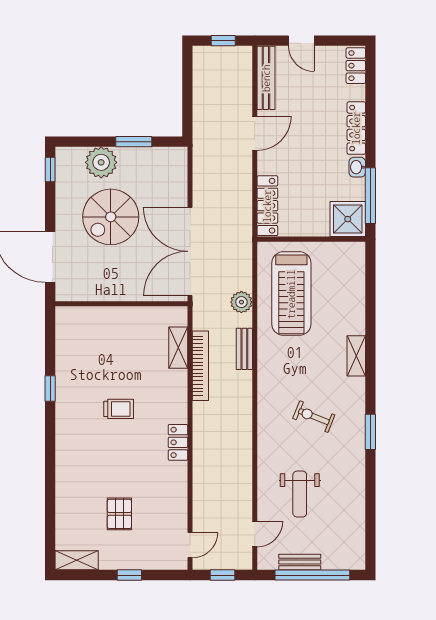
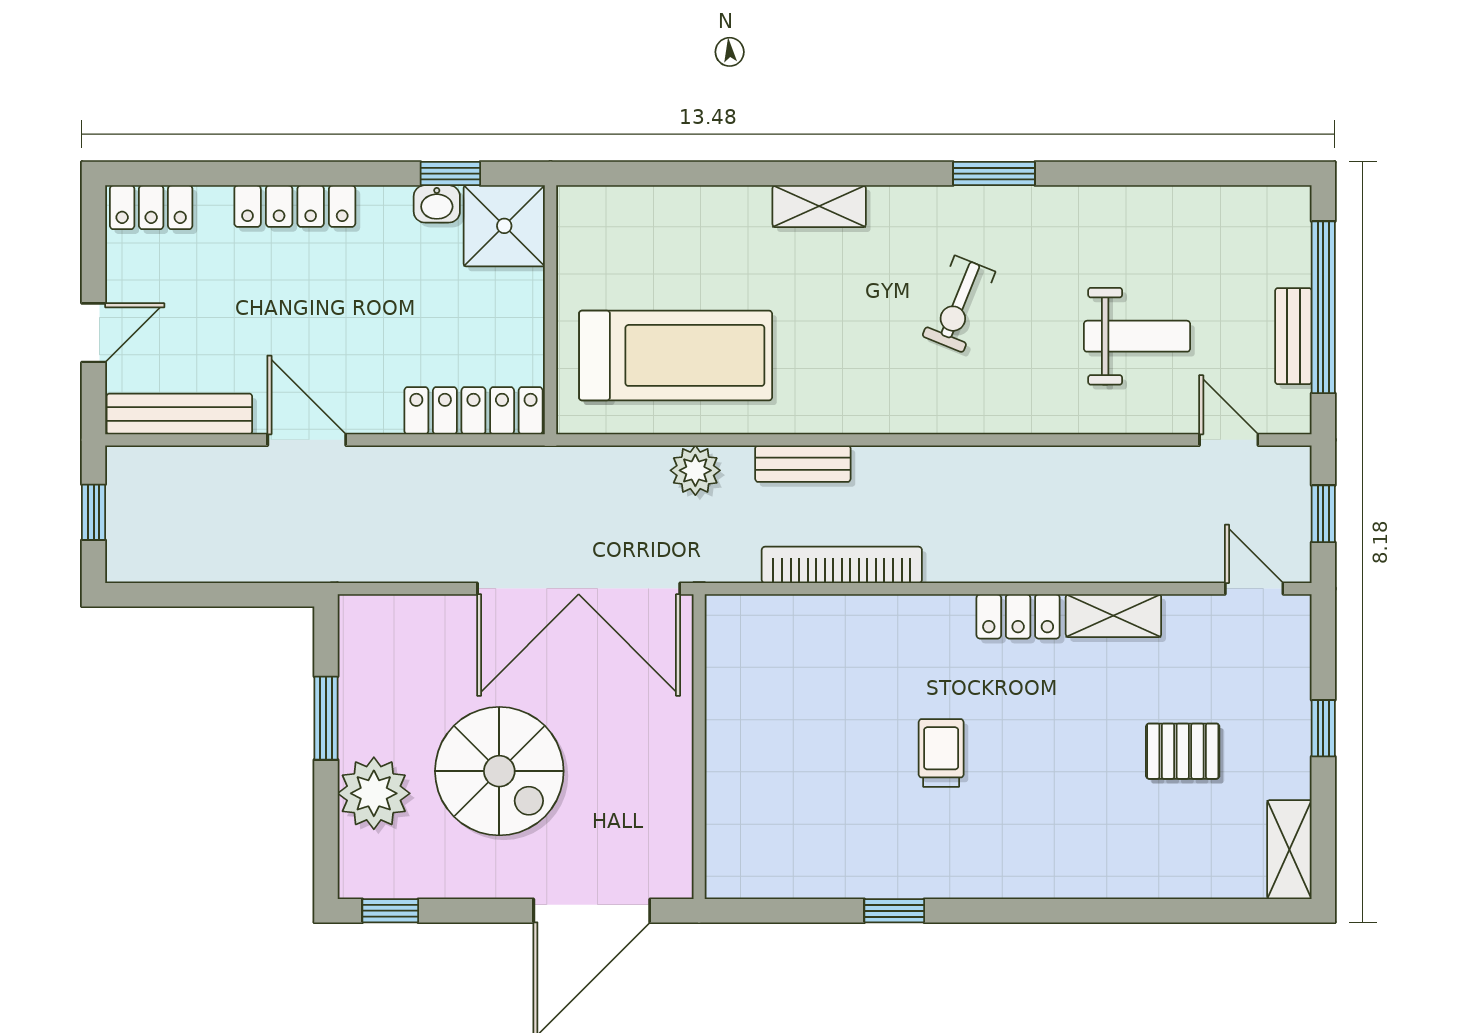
washbasin: (357, 167) -> (437, 204), moved
window: (370, 196) -> (450, 174), width x0.46
shelving: (178, 348) -> (1113, 616), moved

